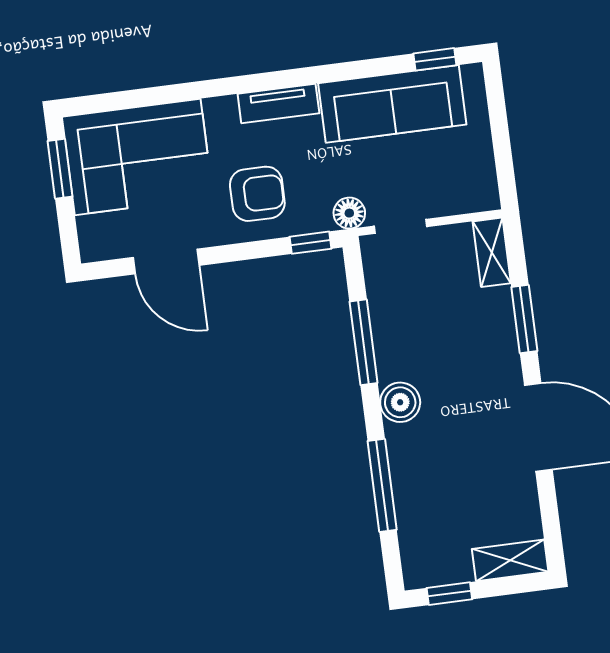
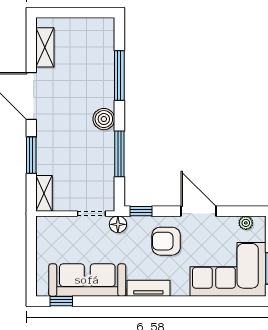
plant: (116, 246) -> (246, 223), added
door: (166, 261) -> (198, 211), moved
shelving: (510, 560) -> (45, 47), moved, turned 90
window: (449, 594) -> (91, 13), removed

